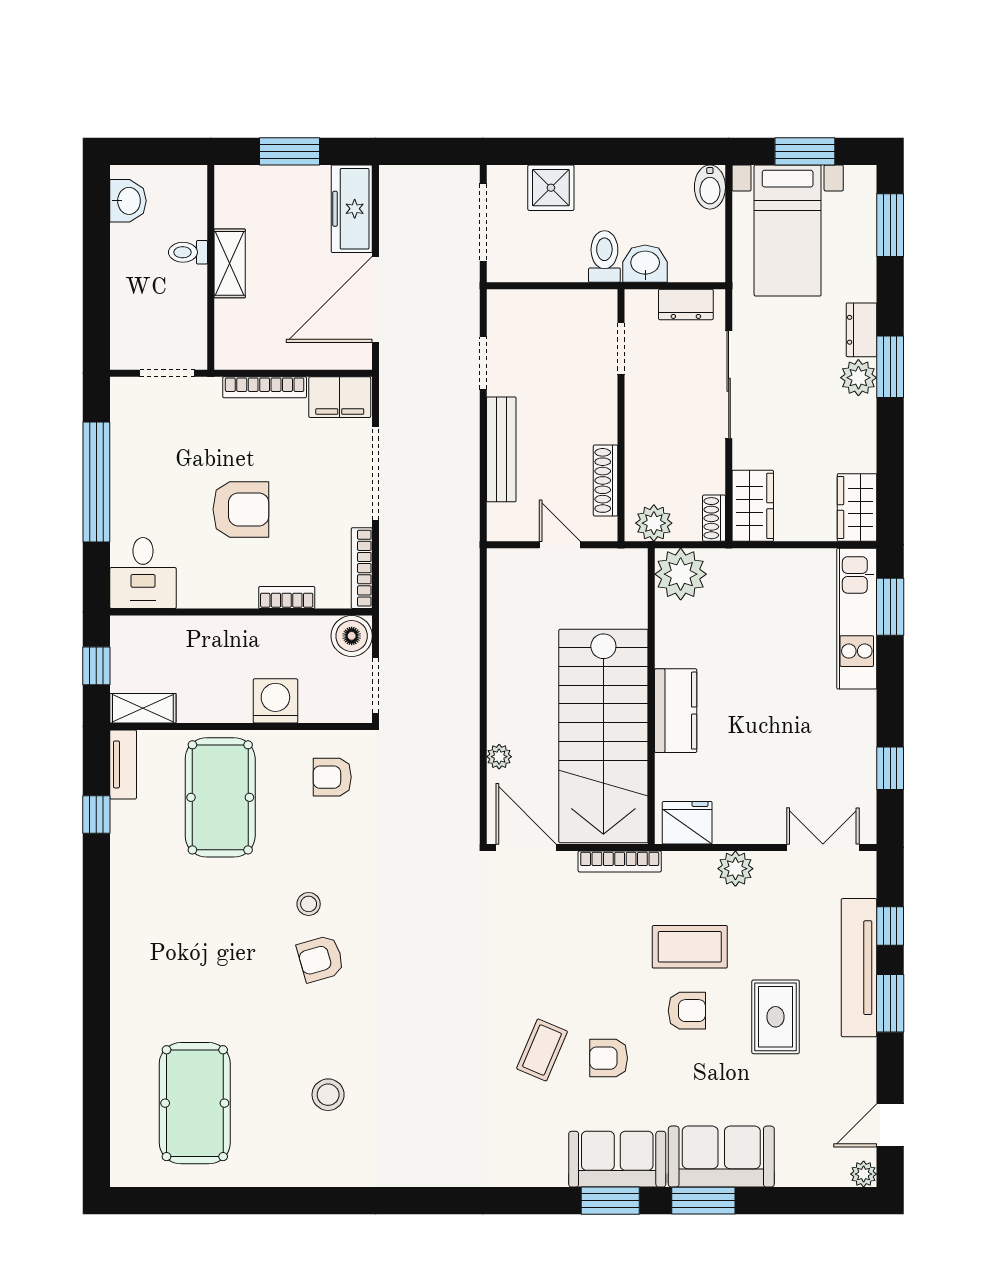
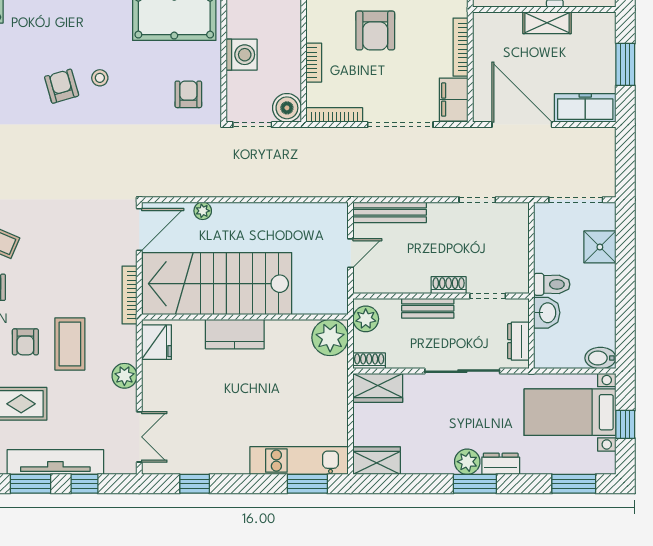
window: (805, 151) -> (625, 424), width x0.67
bench: (639, 434) -> (428, 308), added
bench: (501, 449) -> (390, 212), moved
shoe rack: (606, 480) -> (449, 285), moved, width x0.70

